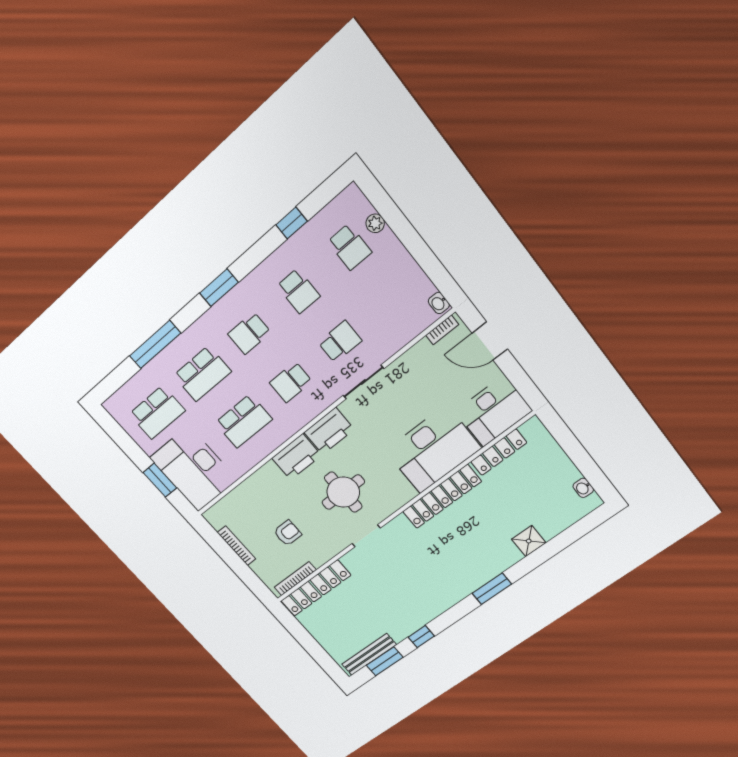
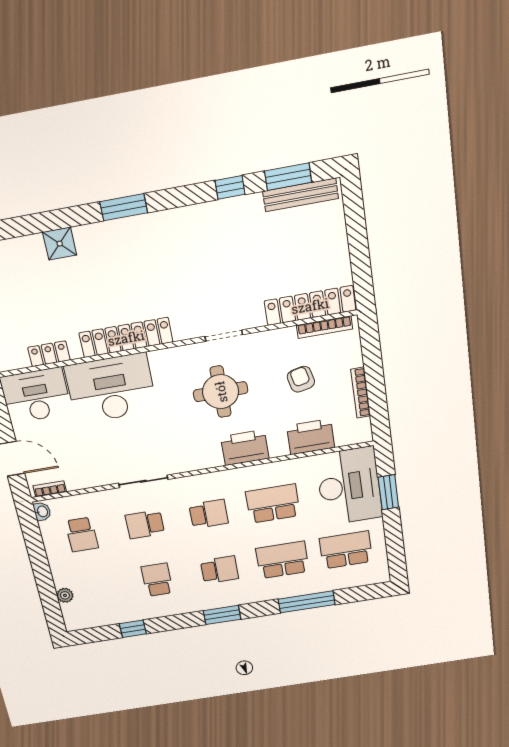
school desk: (350, 247) -> (82, 535), moved, turned 180
printer: (329, 431) -> (311, 437), moved
locker: (499, 452) -> (49, 354), width x0.66
armchair: (288, 533) -> (301, 379), turned 77

